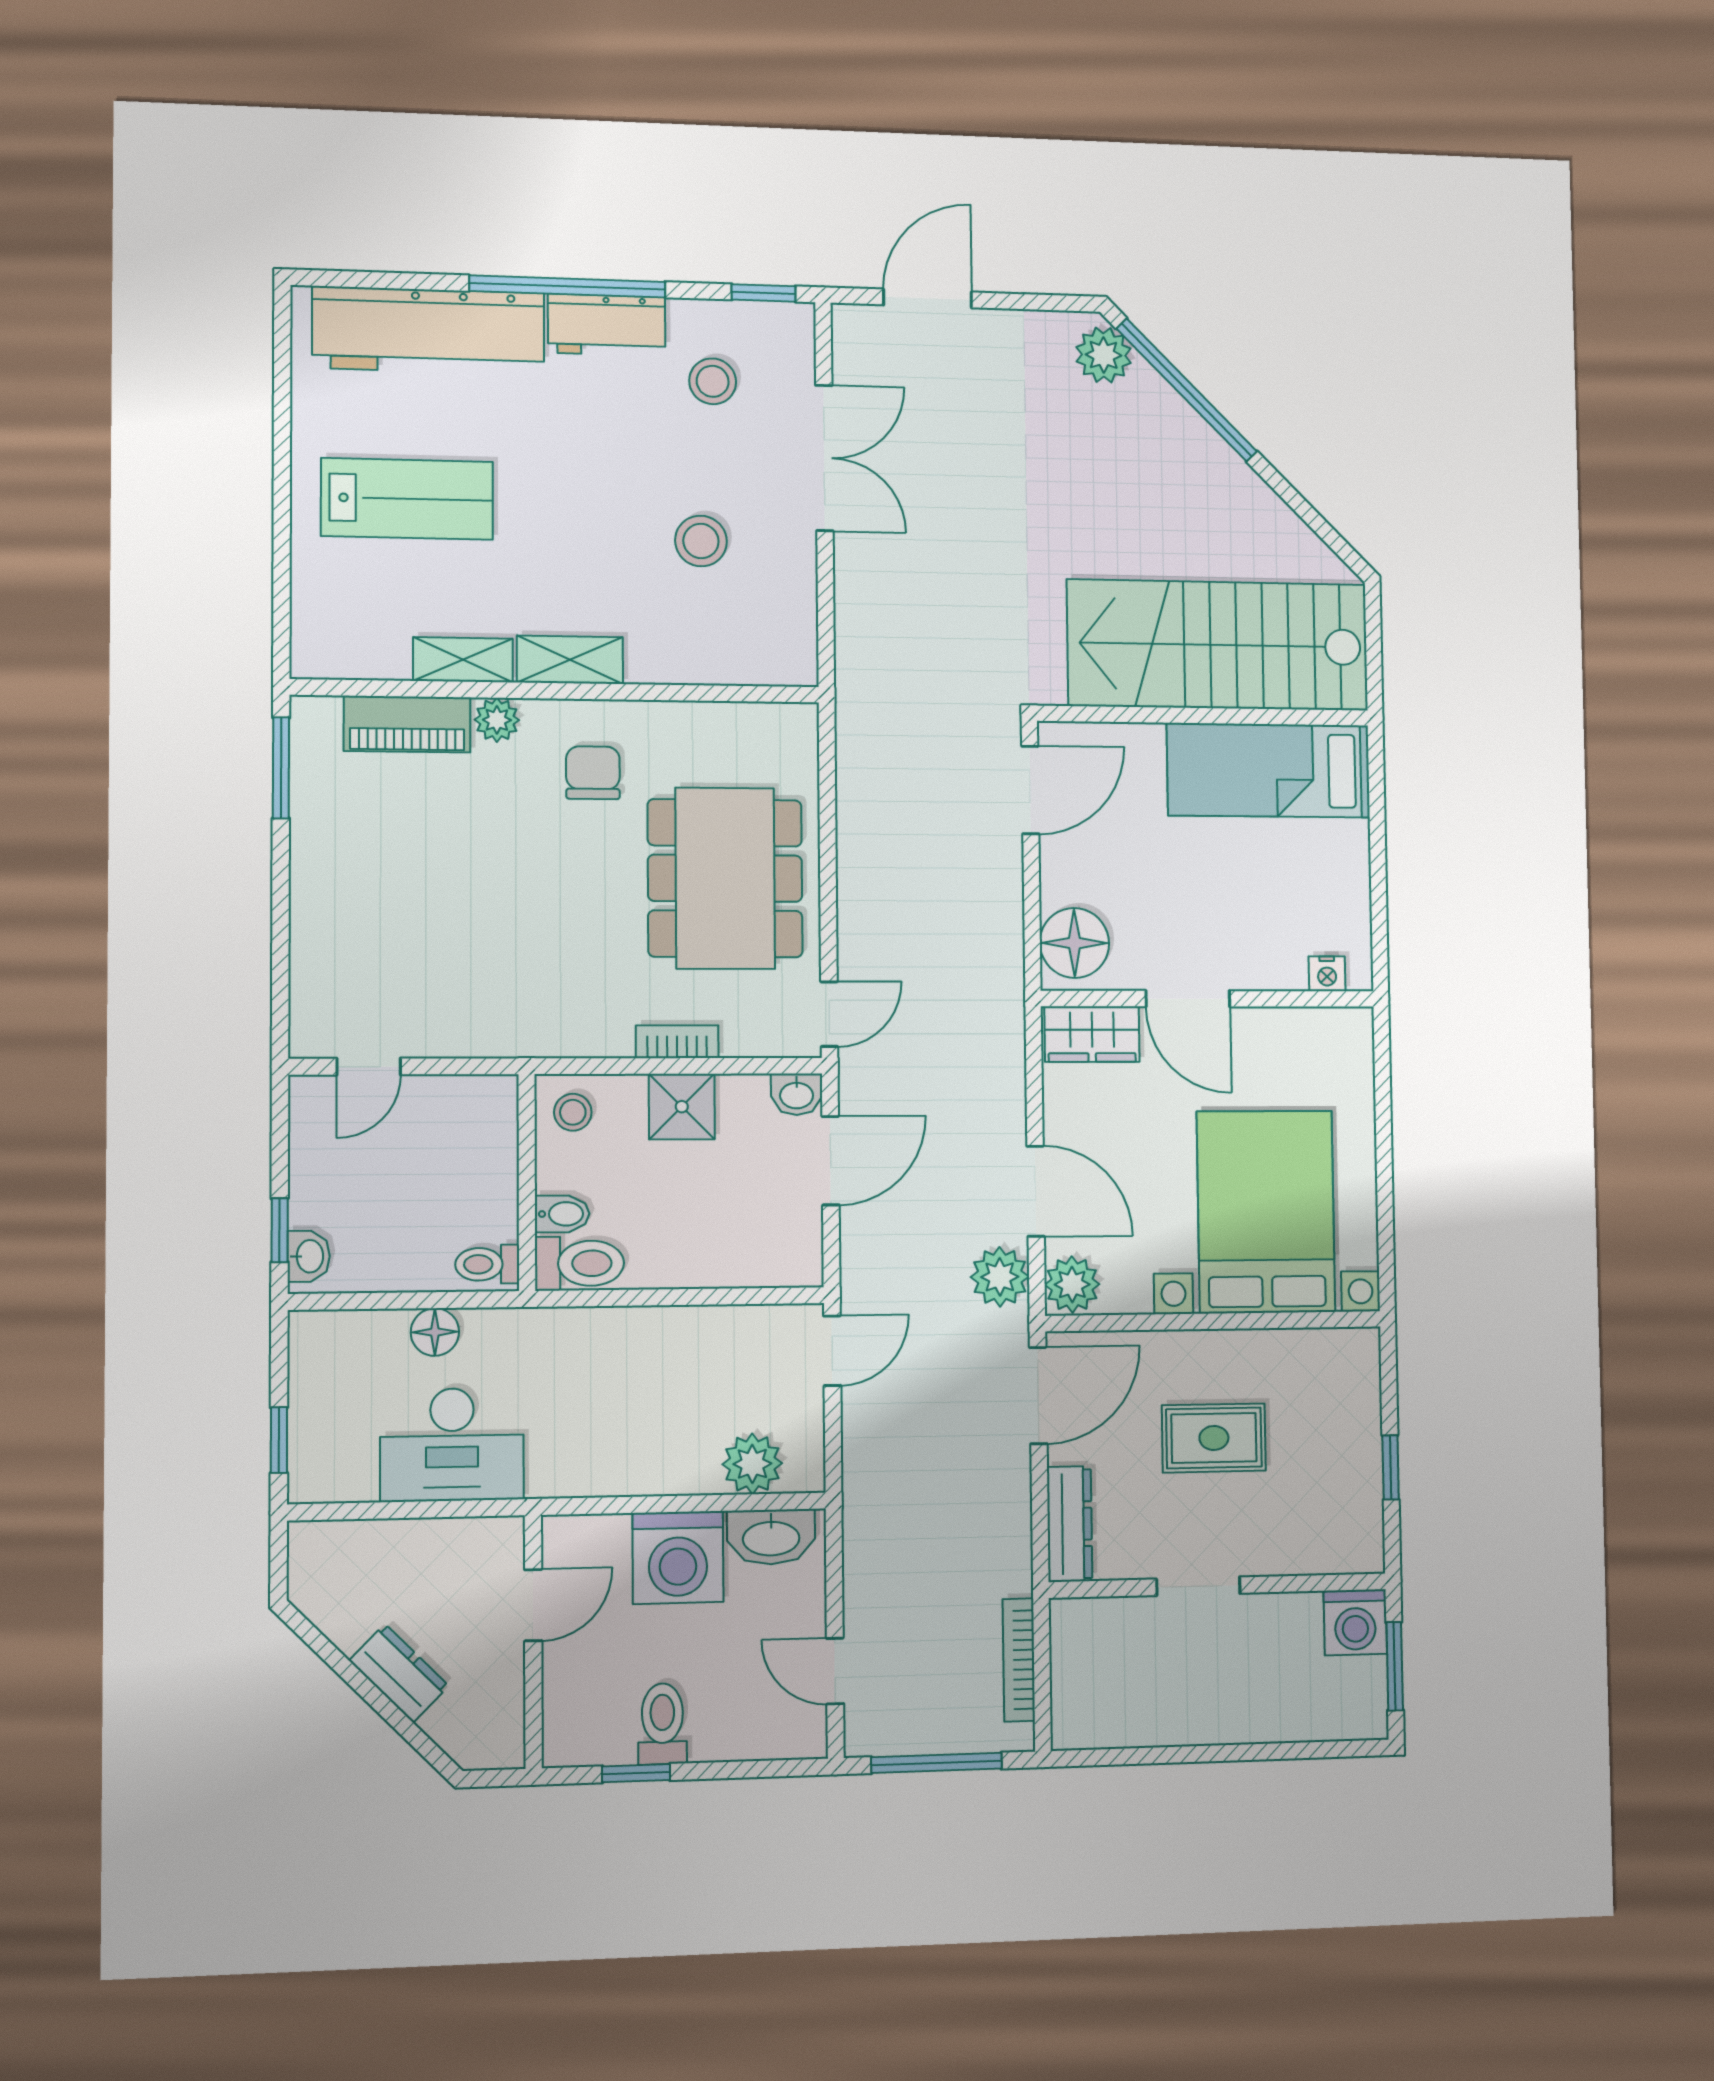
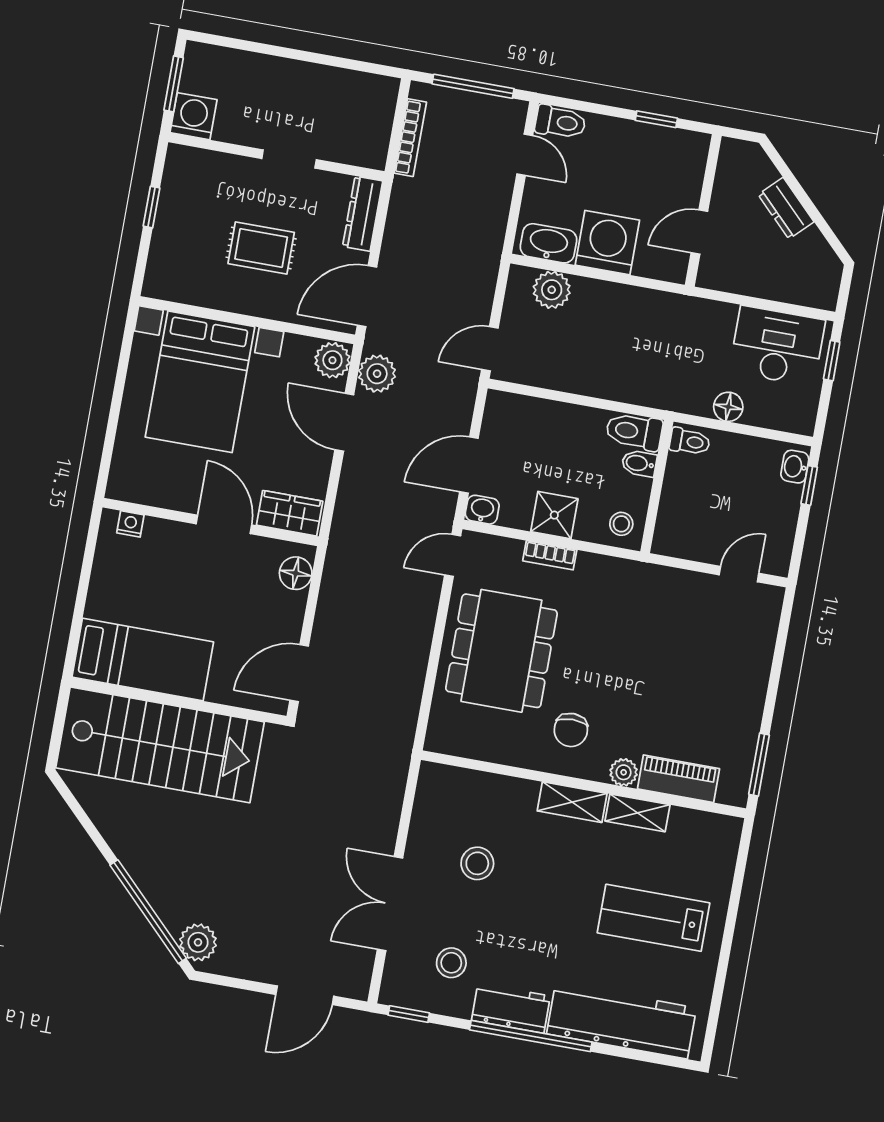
floor lamp: (1074, 943) -> (296, 573), width x0.73, depth x0.73
desk: (452, 1445) -> (777, 346), moved
toilet: (662, 1724) -> (560, 122), moved, turned -90

